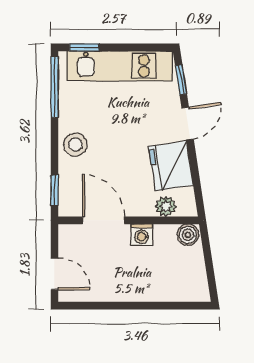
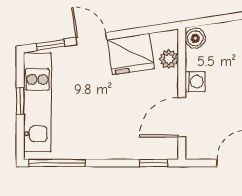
window: (84, 47) -> (20, 101), moved
stool: (75, 144) -> (111, 143), removed

